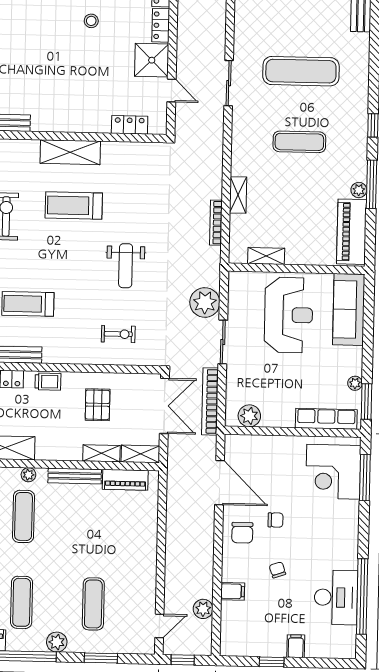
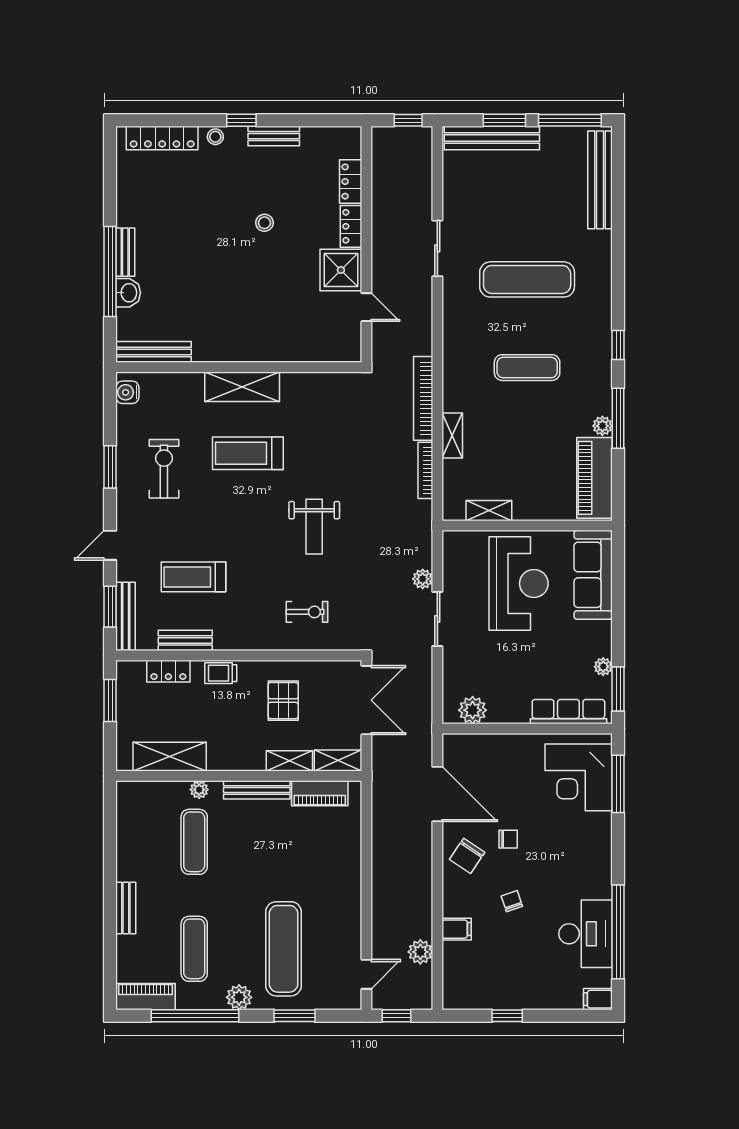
sliding door: (229, 83) -> (437, 248), moved
locker: (130, 125) -> (315, 351), removed
plant: (205, 303) -> (423, 579), width x0.53, depth x0.53
trolley: (48, 382) -> (221, 673), turned 180
bookcase: (210, 401) -> (423, 398), moved
chair: (242, 533) -> (467, 856), turned 34
exercise mat: (93, 604) -> (284, 949), width x1.36, depth x1.45
filing cabinet: (296, 646) -> (598, 999), moved, turned -90

